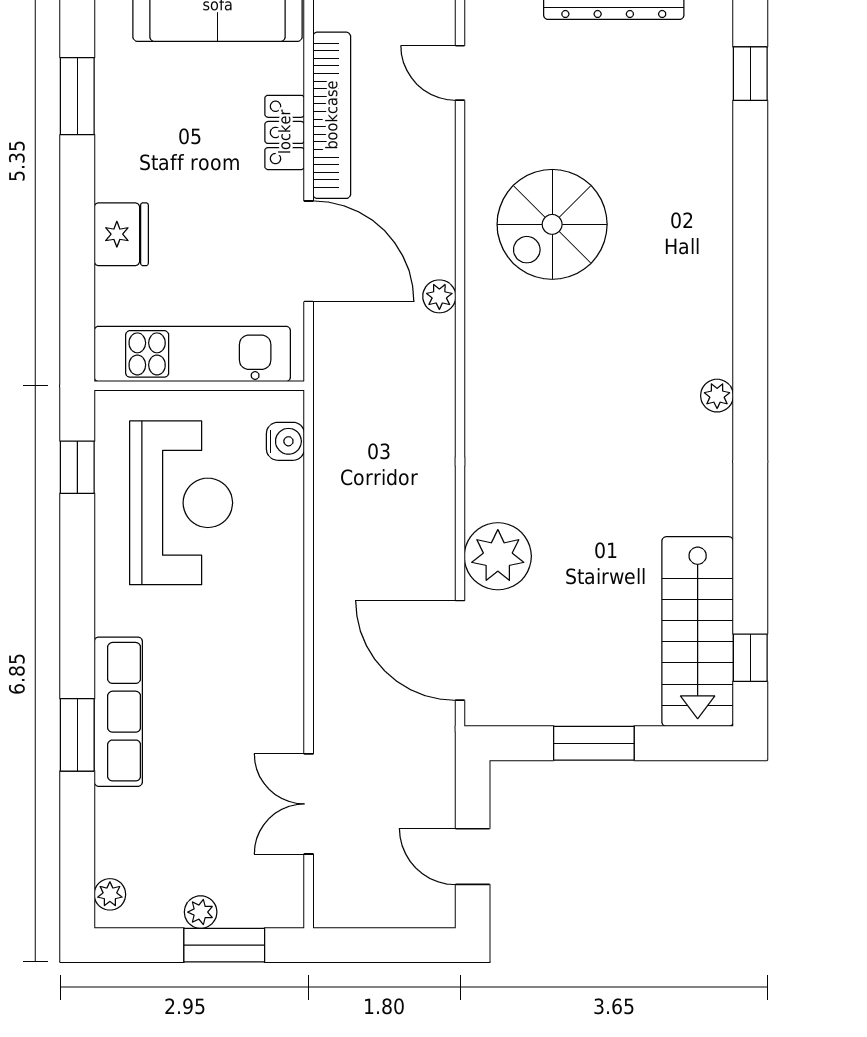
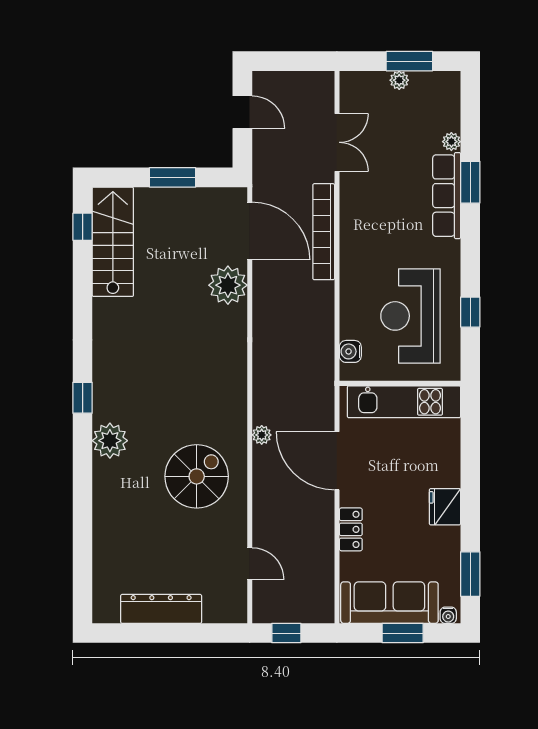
window: (750, 74) -> (83, 398), moved
window: (77, 96) -> (470, 574), moved
bookcase: (332, 115) -> (324, 232), moved
fridge: (121, 234) -> (445, 507), moved
plant: (717, 396) -> (110, 441), moved, width x1.88, depth x1.88
window: (77, 467) -> (470, 312), moved
plant: (110, 894) -> (451, 142), moved
window: (224, 945) -> (409, 61), moved

